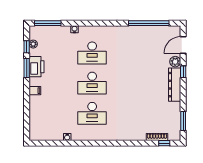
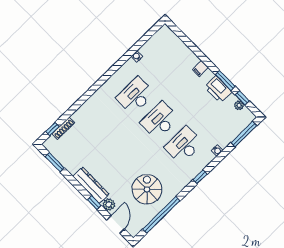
window: (101, 23) -> (200, 177), added
spiral stairs: (142, 48) -> (147, 189), added

